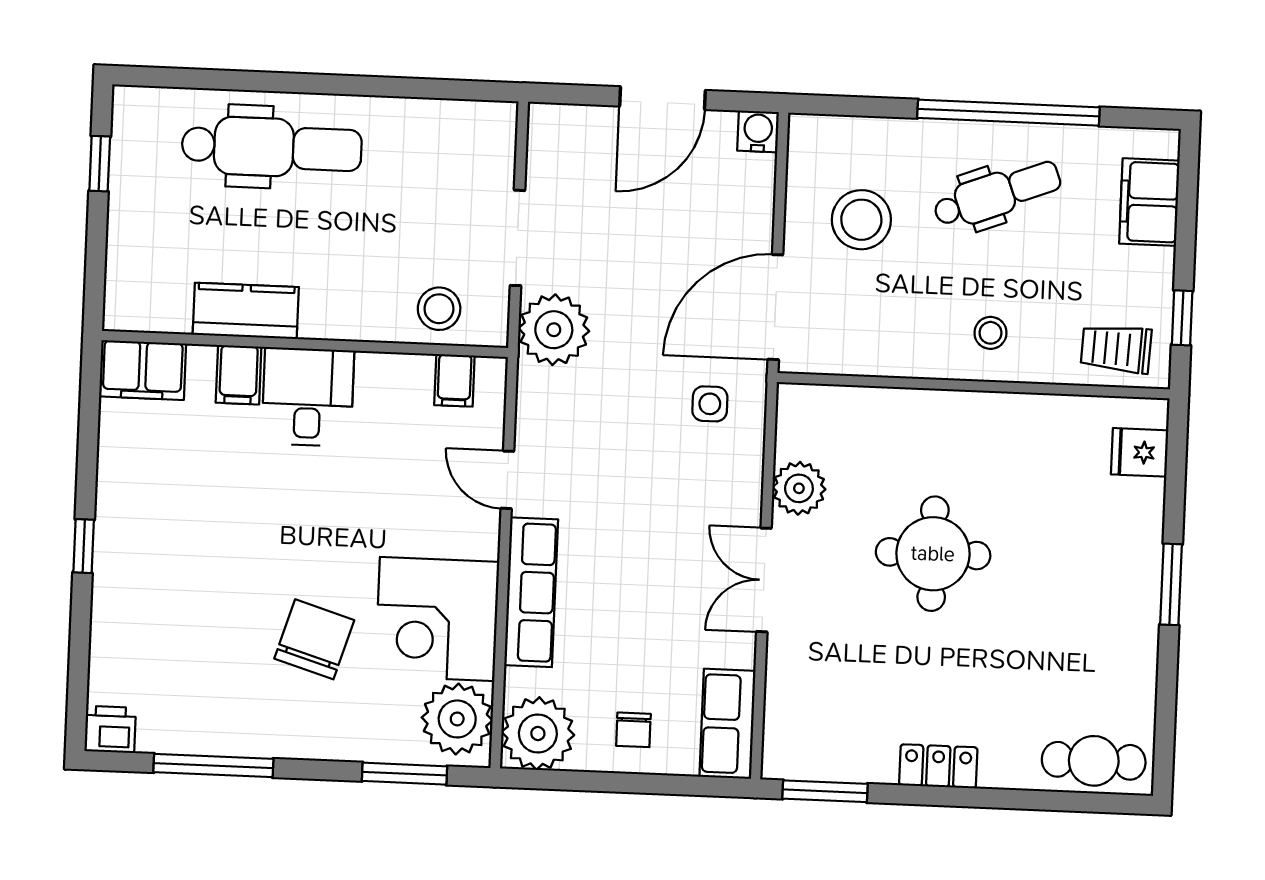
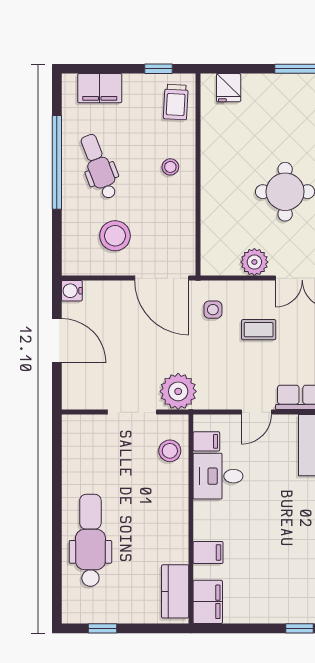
kitchen counter: (246, 311) -> (175, 591), moved
desk: (308, 397) -> (218, 476), moved
coffee table: (667, 491) -> (259, 330), added

